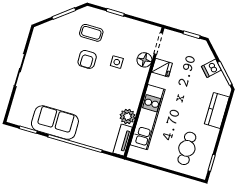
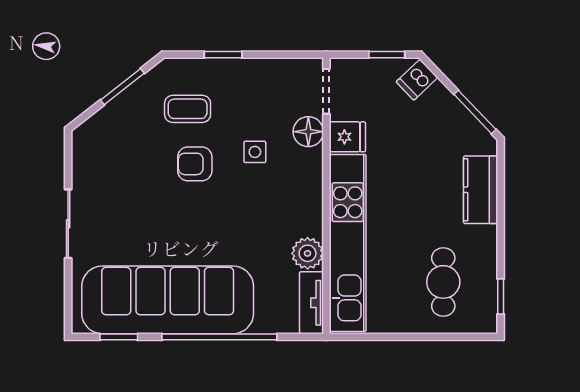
armchair: (87, 59) -> (195, 164), turned 90
dishwasher: (211, 68) -> (417, 80), moved
kitchen unit: (148, 117) -> (348, 243), width x1.36
sofa: (55, 123) -> (168, 300), width x1.85, depth x1.27

